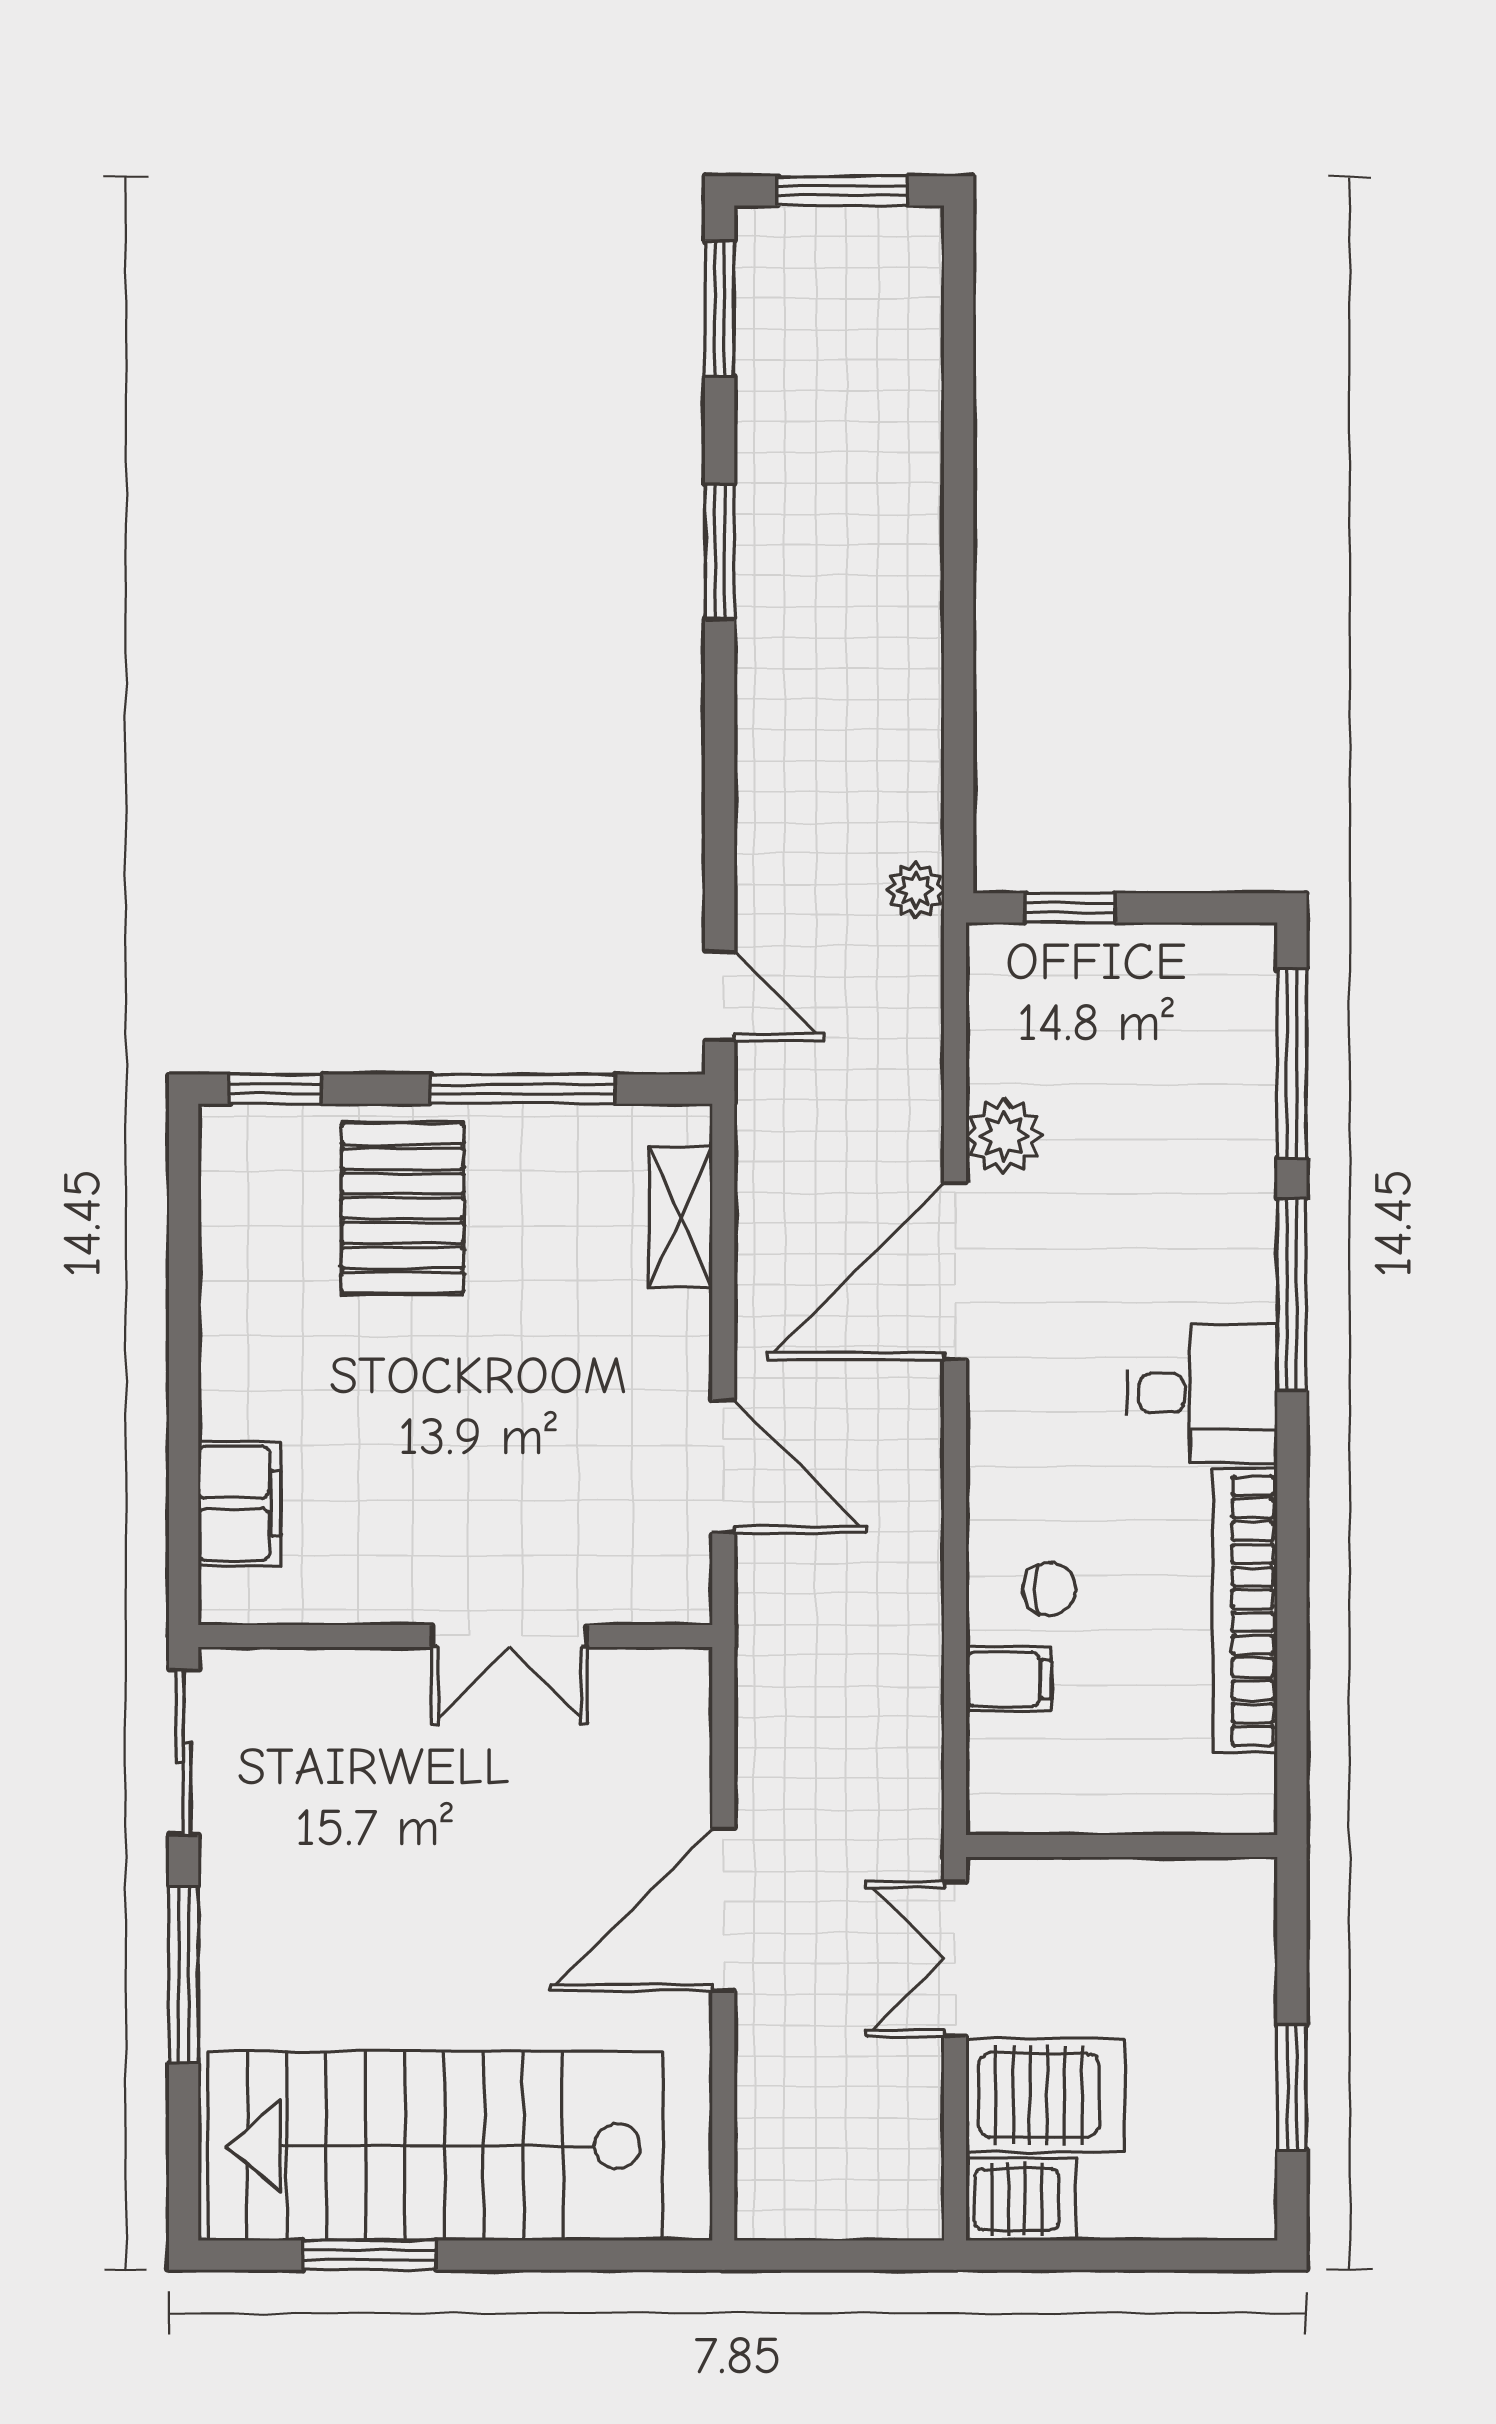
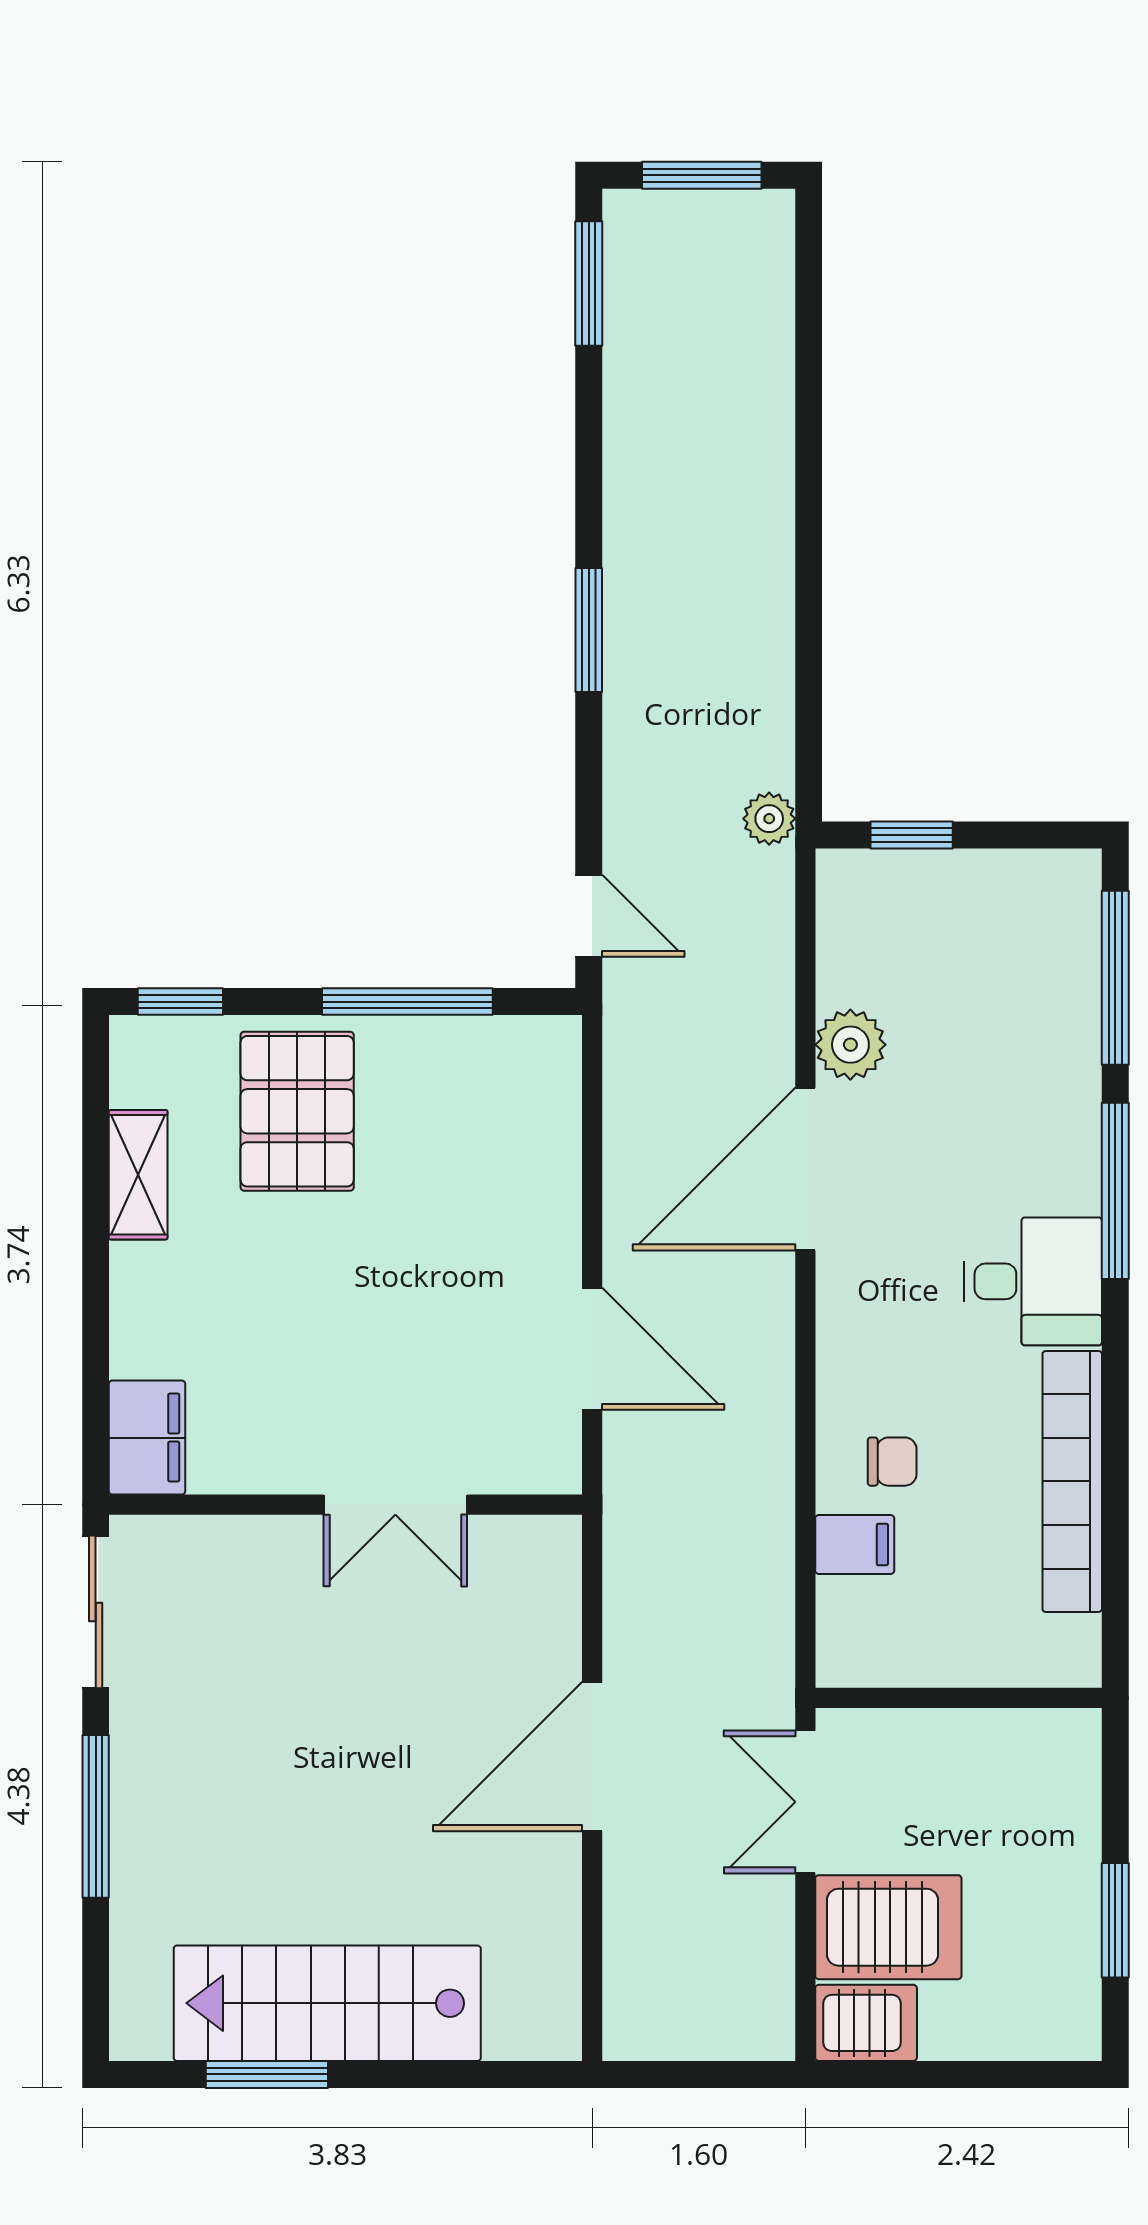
window: (720, 552) -> (589, 630), moved
shelving: (681, 1217) -> (138, 1175), moved
filing cabinet: (240, 1503) -> (147, 1438), moved
stairs: (435, 2146) -> (327, 2003), width x0.73, depth x0.66

